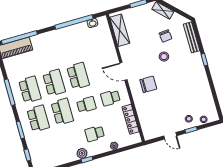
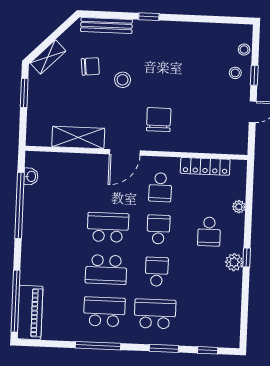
shelving: (120, 30) -> (78, 137), moved
school desk: (54, 83) -> (106, 270), turned 180
school desk: (62, 112) -> (157, 272), width x0.54

